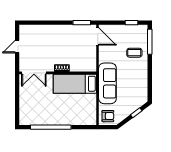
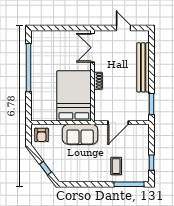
bench: (51, 30) -> (143, 67), added
door: (98, 36) -> (118, 123), moved
sofa: (107, 83) -> (80, 134), width x0.73
bed: (75, 84) -> (74, 96), width x1.50

